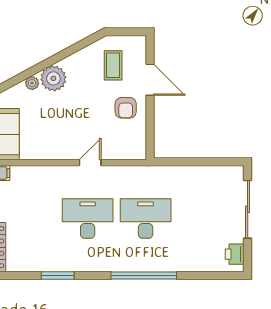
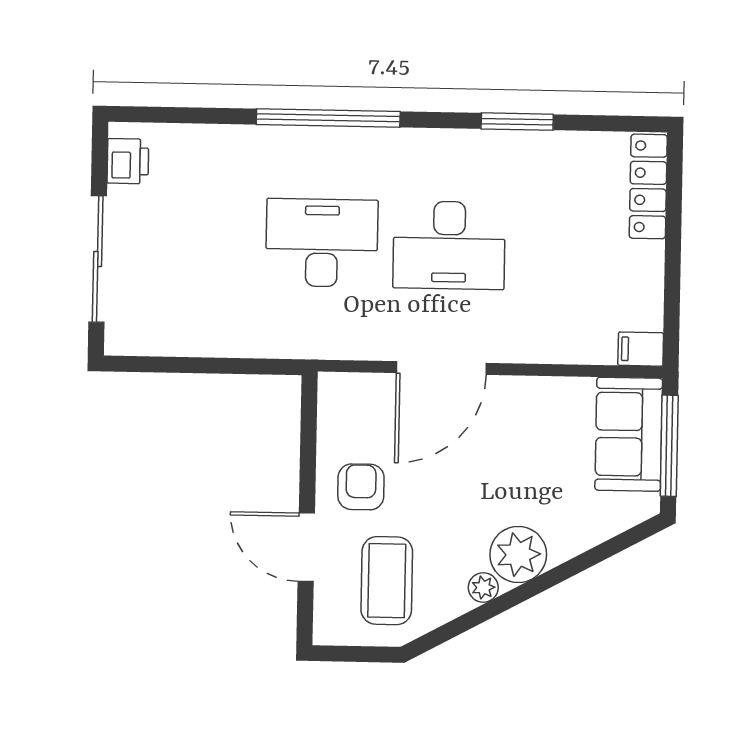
coffee table: (113, 65) -> (387, 581), width x1.36, depth x1.30
plant: (32, 83) -> (483, 588), moved
door: (90, 163) -> (441, 368), width x1.87
desk: (146, 219) -> (322, 243), turned 180

